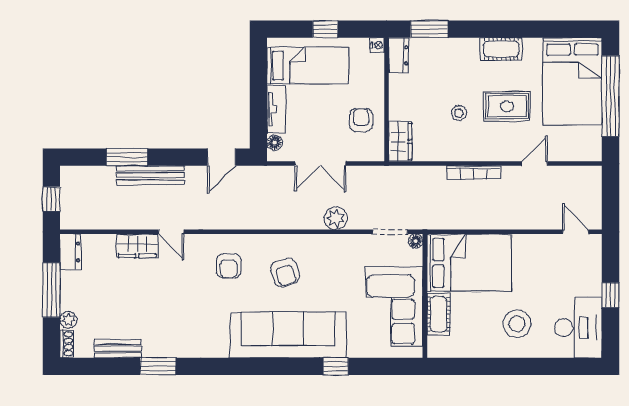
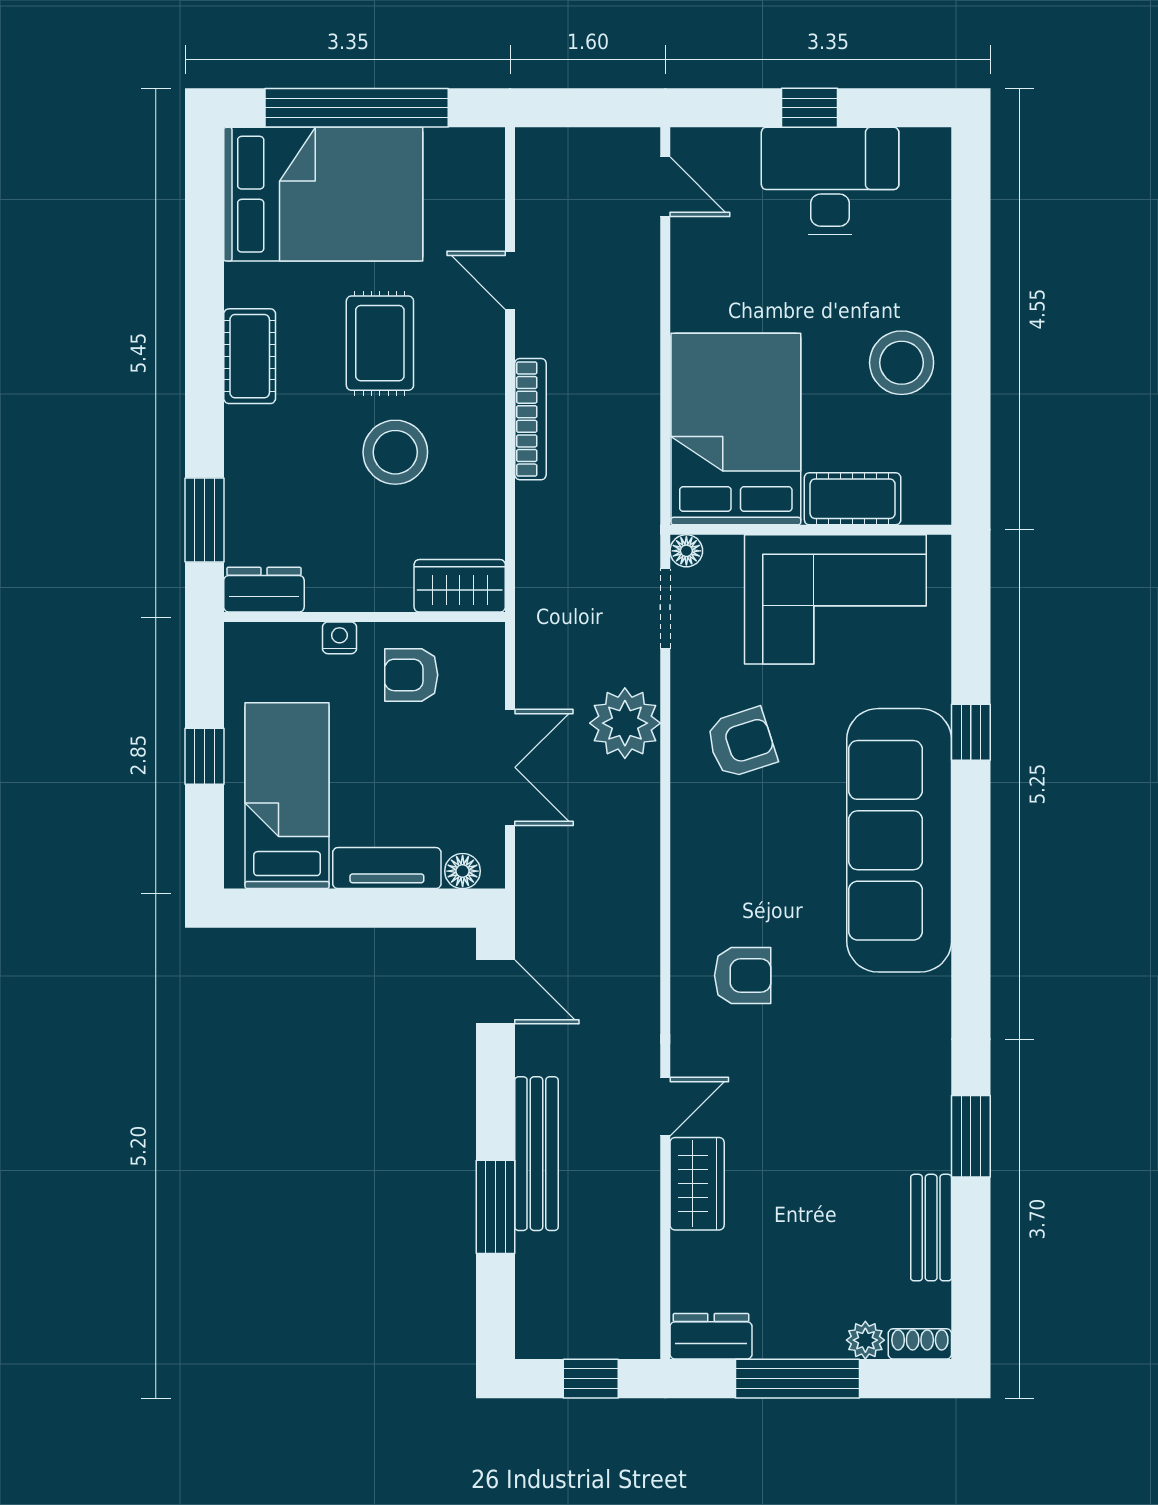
nightstand: (377, 45) -> (339, 638), moved
stool: (459, 113) -> (395, 452), width x1.89, depth x1.89
plant: (336, 218) -> (625, 723), width x1.36, depth x1.36
door: (576, 232) -> (665, 187), swing flipped
armchair: (285, 273) -> (741, 743), moved
stool: (517, 324) -> (902, 363), moved
desk: (578, 328) -> (830, 181), moved

